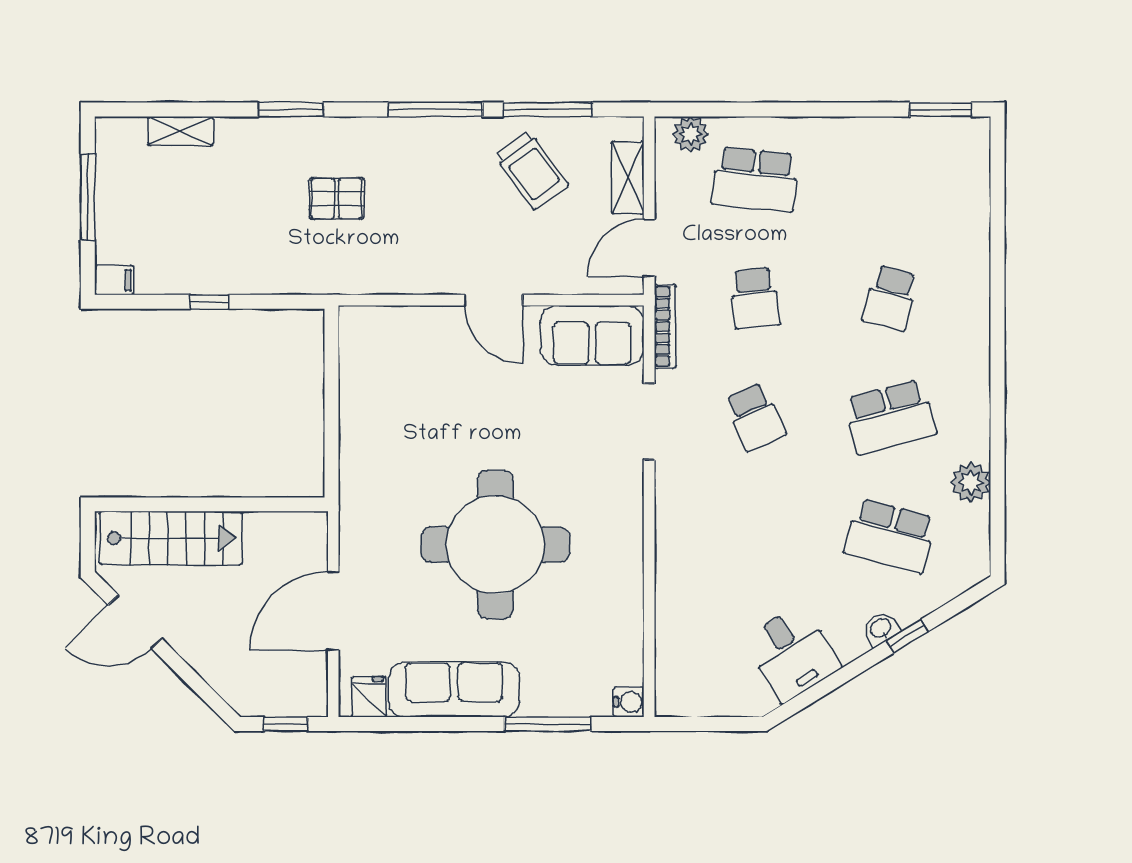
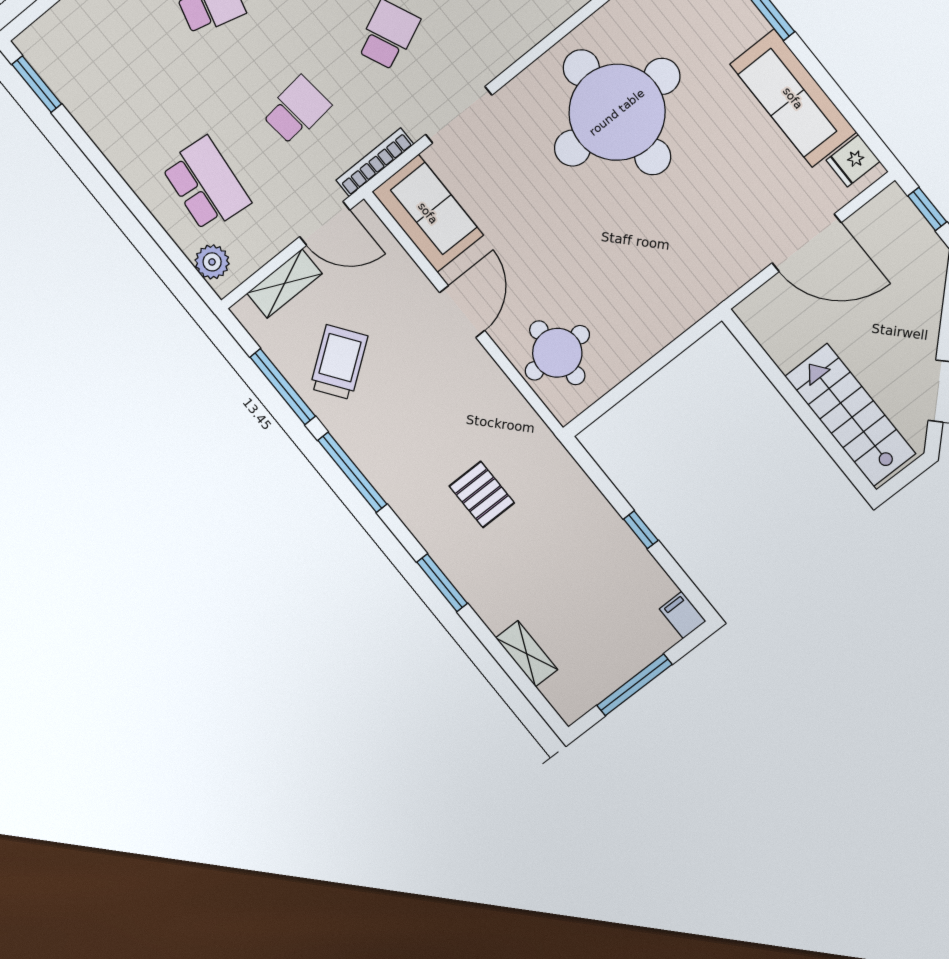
round table: (401, 349) -> (557, 353), added
round table: (495, 545) -> (617, 112), moved

